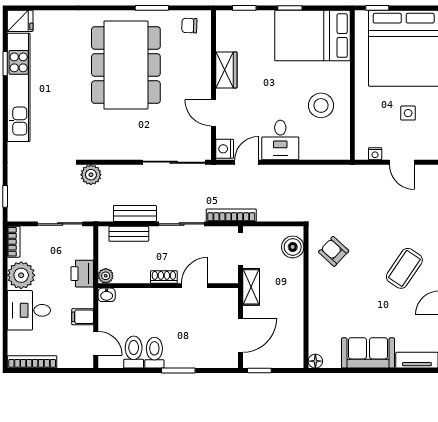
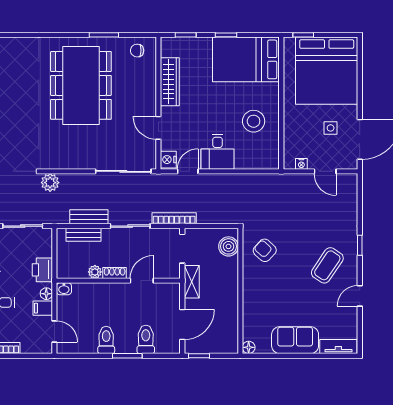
wardrobe: (226, 70) -> (170, 82), width x1.50
plant: (106, 276) -> (95, 272), moved
floor lamp: (87, 300) -> (46, 294), added
toilet: (134, 352) -> (146, 339), moved

